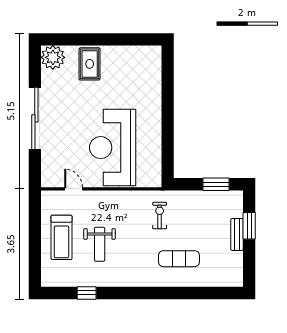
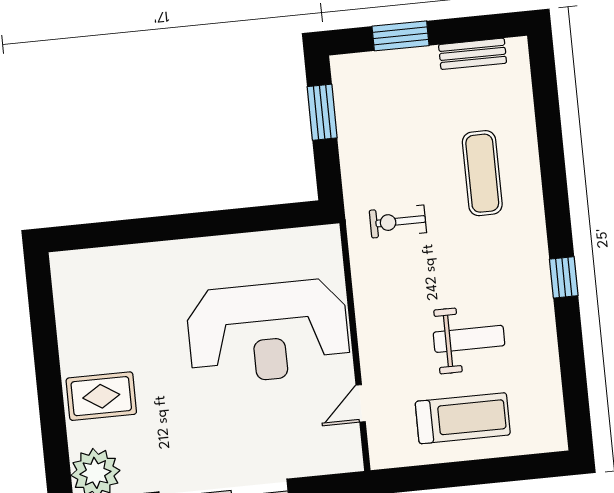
bench: (237, 234) -> (473, 54), moved
window: (87, 293) -> (564, 277), moved

